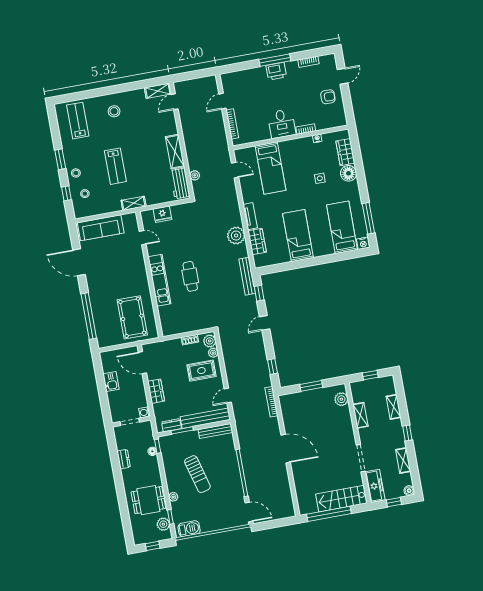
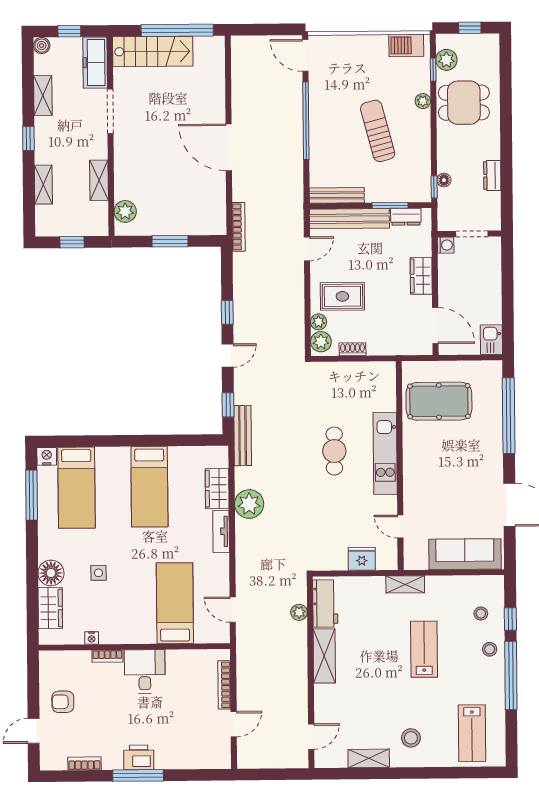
shelving: (158, 91) -> (369, 758), moved
window: (60, 159) -> (511, 676), width x2.11
pool table: (132, 317) -> (439, 401), turned 90
window: (272, 367) -> (227, 312), moved
kitchen sink: (111, 382) -> (491, 340), moved

